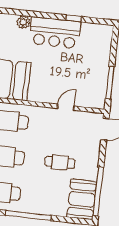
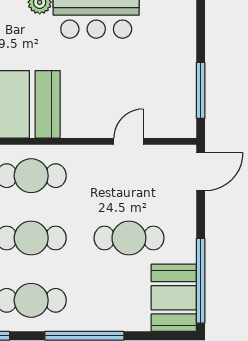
cafe table: (60, 162) -> (129, 238), width x1.37, depth x1.35

